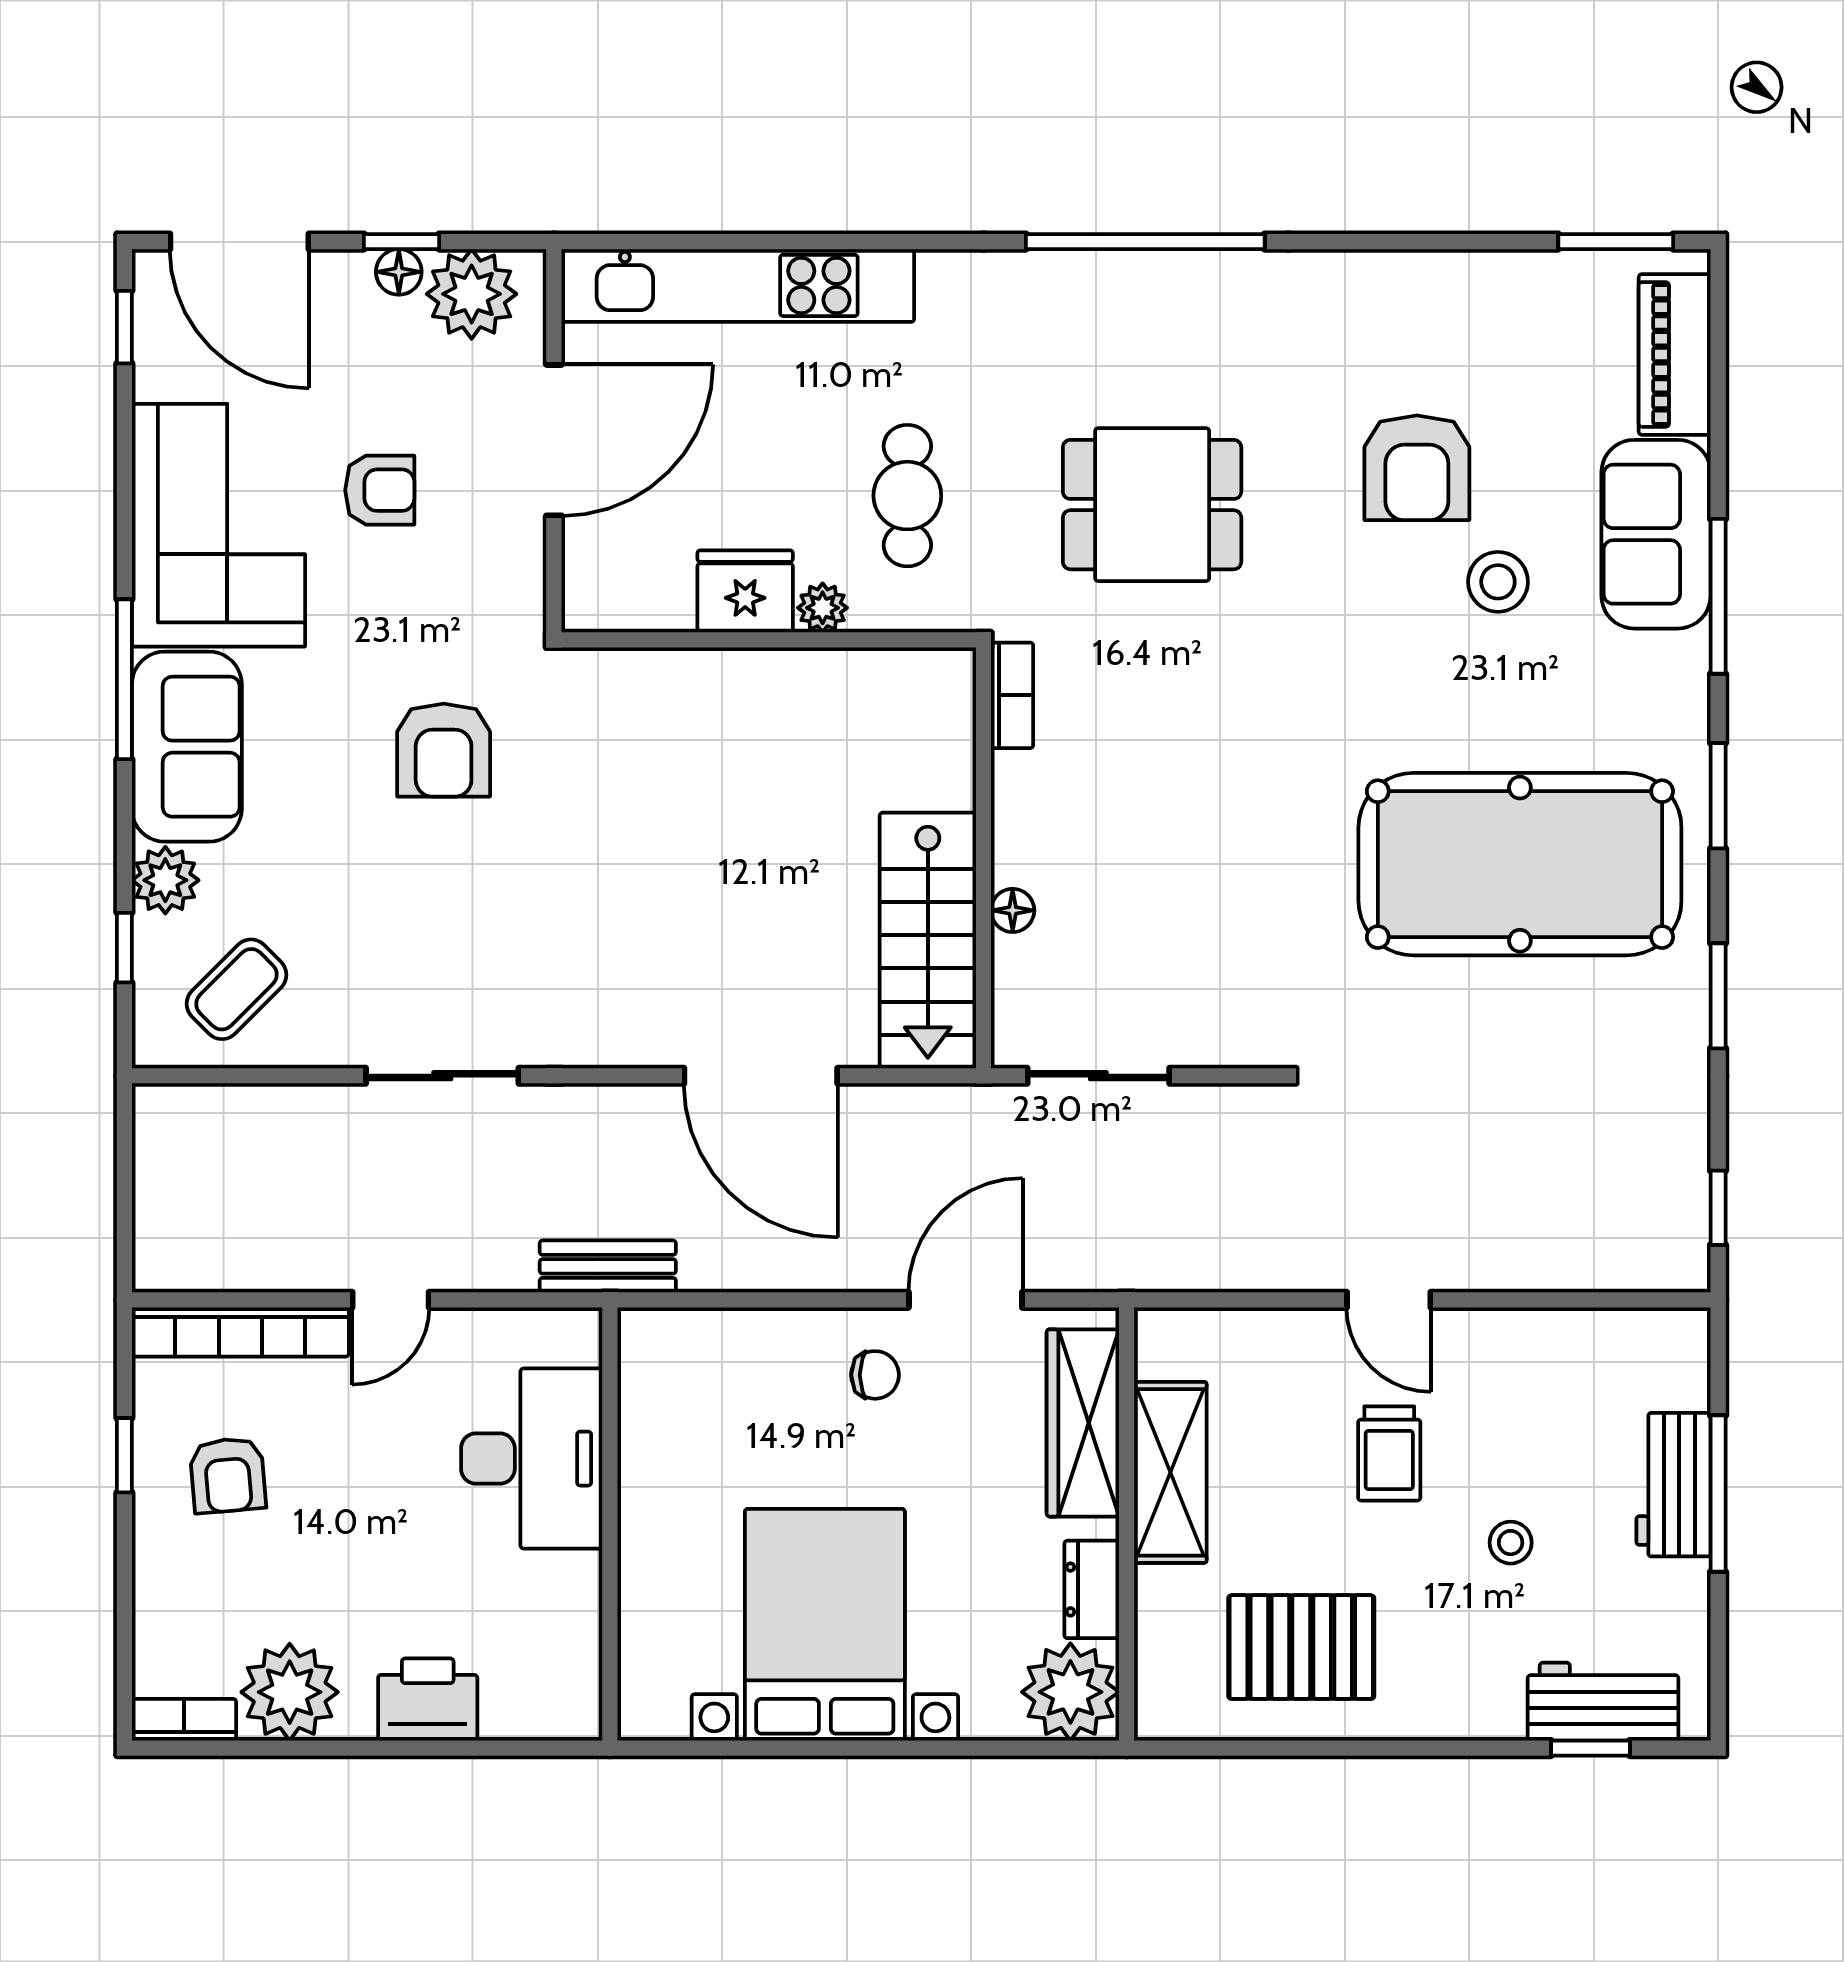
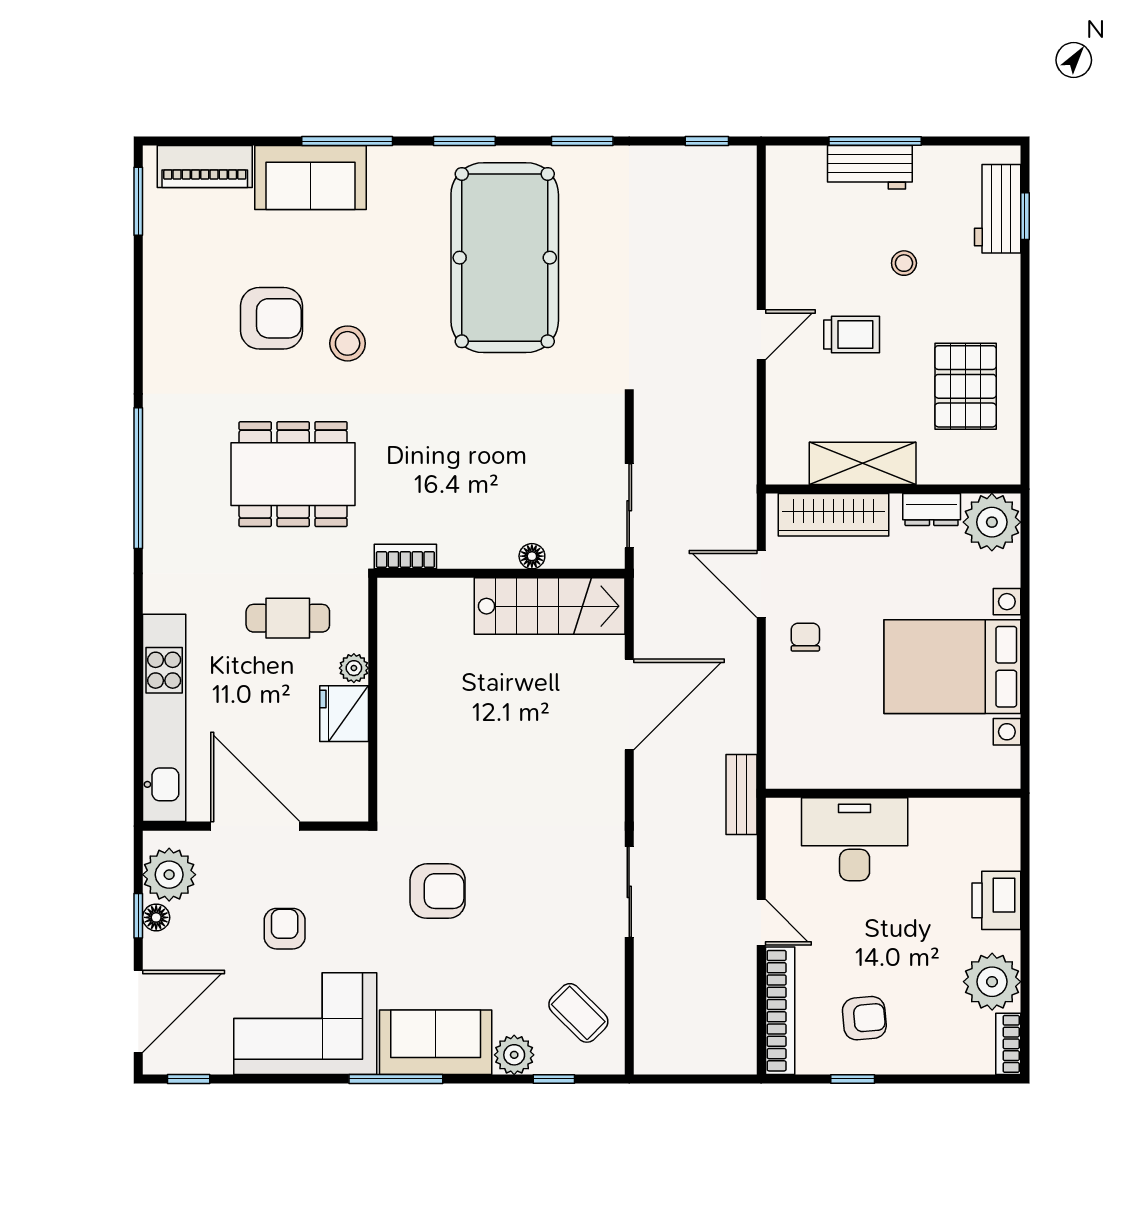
dining table: (1152, 505) -> (293, 474), width x1.38
stool: (1498, 582) -> (348, 343), moved

